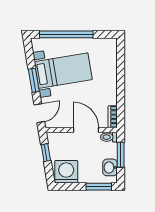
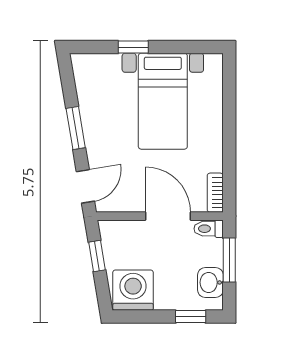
window: (66, 34) -> (133, 47), width x0.32
bed with nightstands: (63, 71) -> (163, 101), moved, turned 99
window: (99, 187) -> (191, 317), width x0.67

